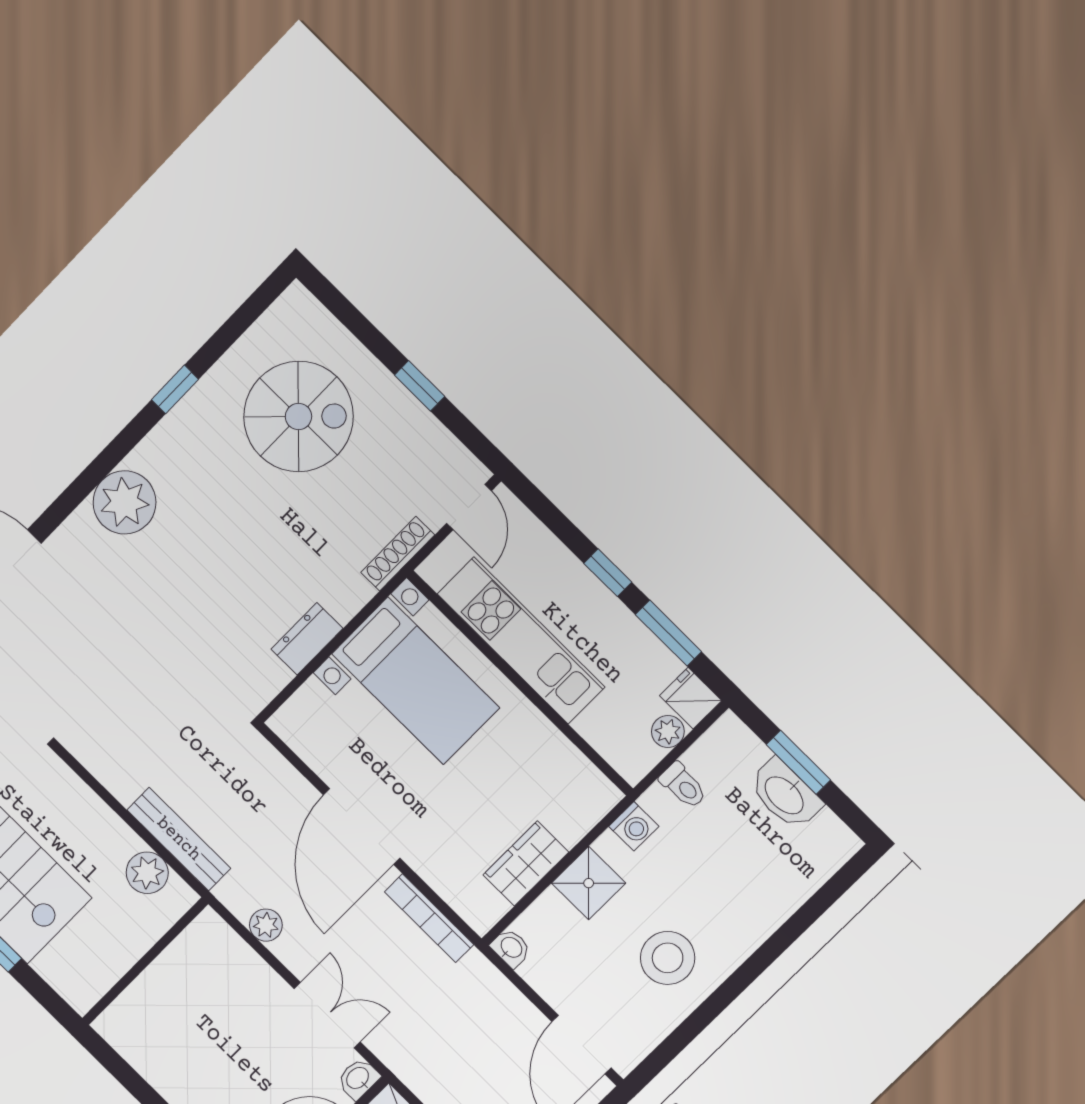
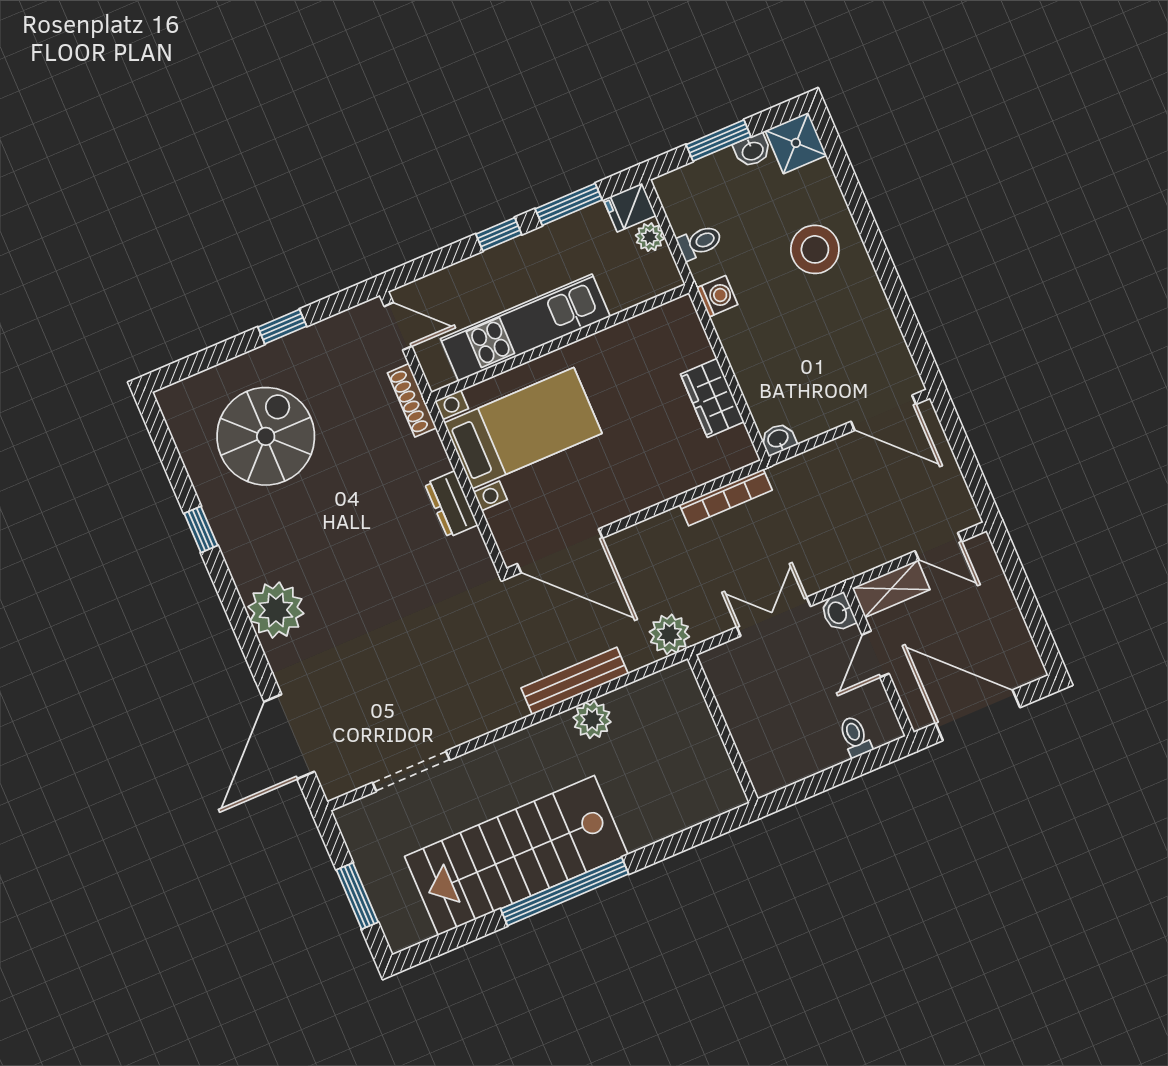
washbasin: (785, 794) -> (752, 150), width x0.52, depth x0.69
door: (362, 826) -> (560, 551), moved
shower: (589, 883) -> (796, 143), moved
plant: (266, 925) -> (669, 634), width x1.38, depth x1.38
stool: (668, 958) -> (815, 249), moved
wall: (145, 961) -> (723, 729), moved

